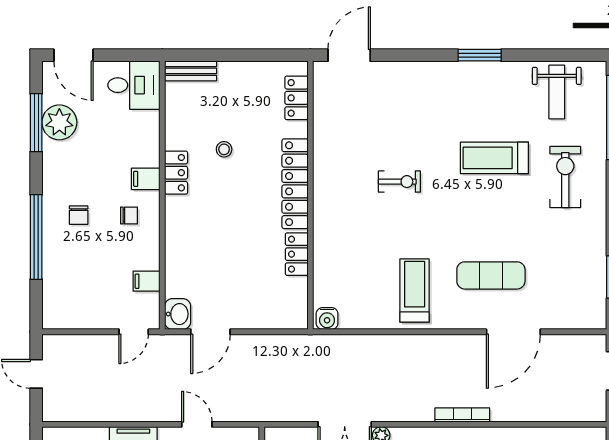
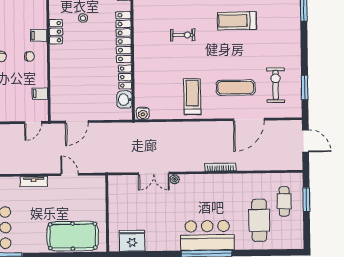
exercise bike: (565, 177) -> (276, 85), moved
washbasin: (178, 314) -> (124, 100), moved, turned 180

